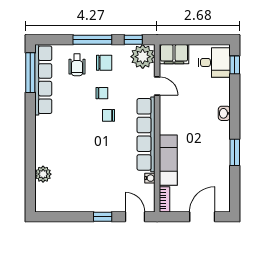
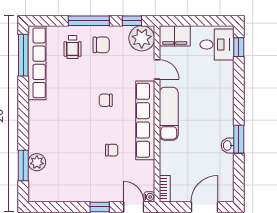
chair: (102, 93) -> (112, 150), moved
washbasin: (224, 113) -> (228, 145), moved
exam couch: (168, 160) -> (169, 114), moved
window: (30, 177) -> (23, 166), added
water cooler: (150, 178) -> (149, 197), moved

